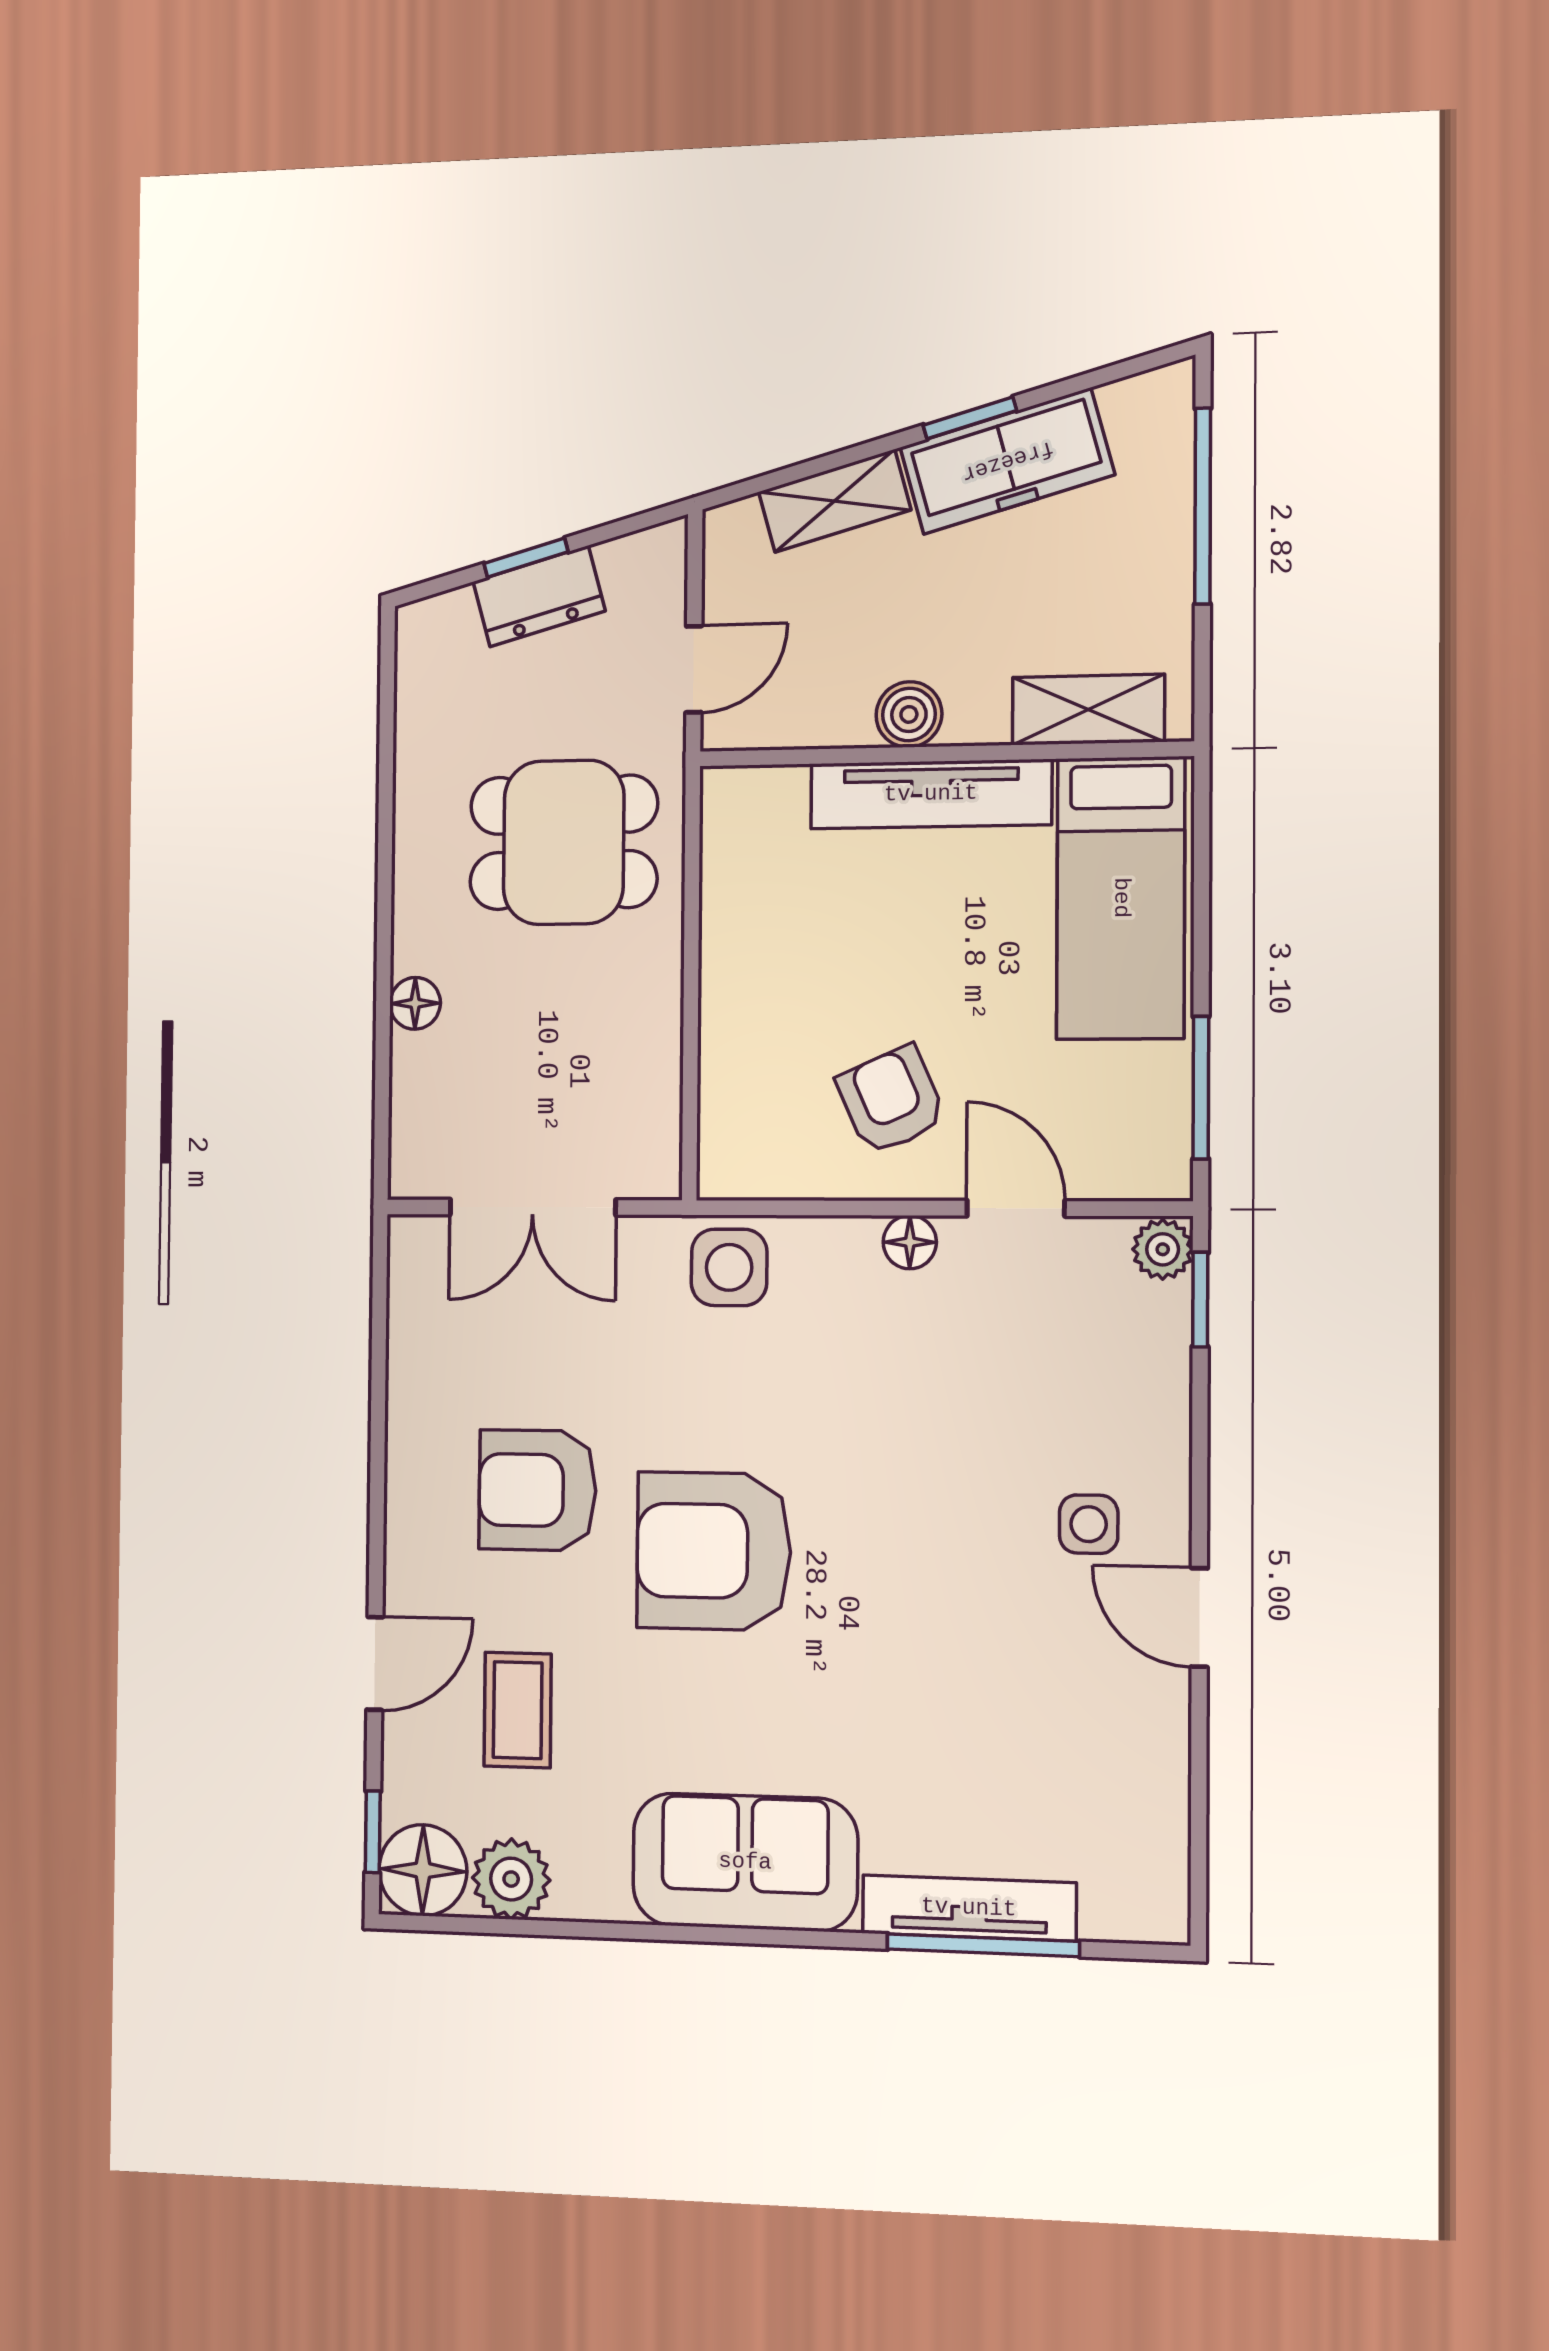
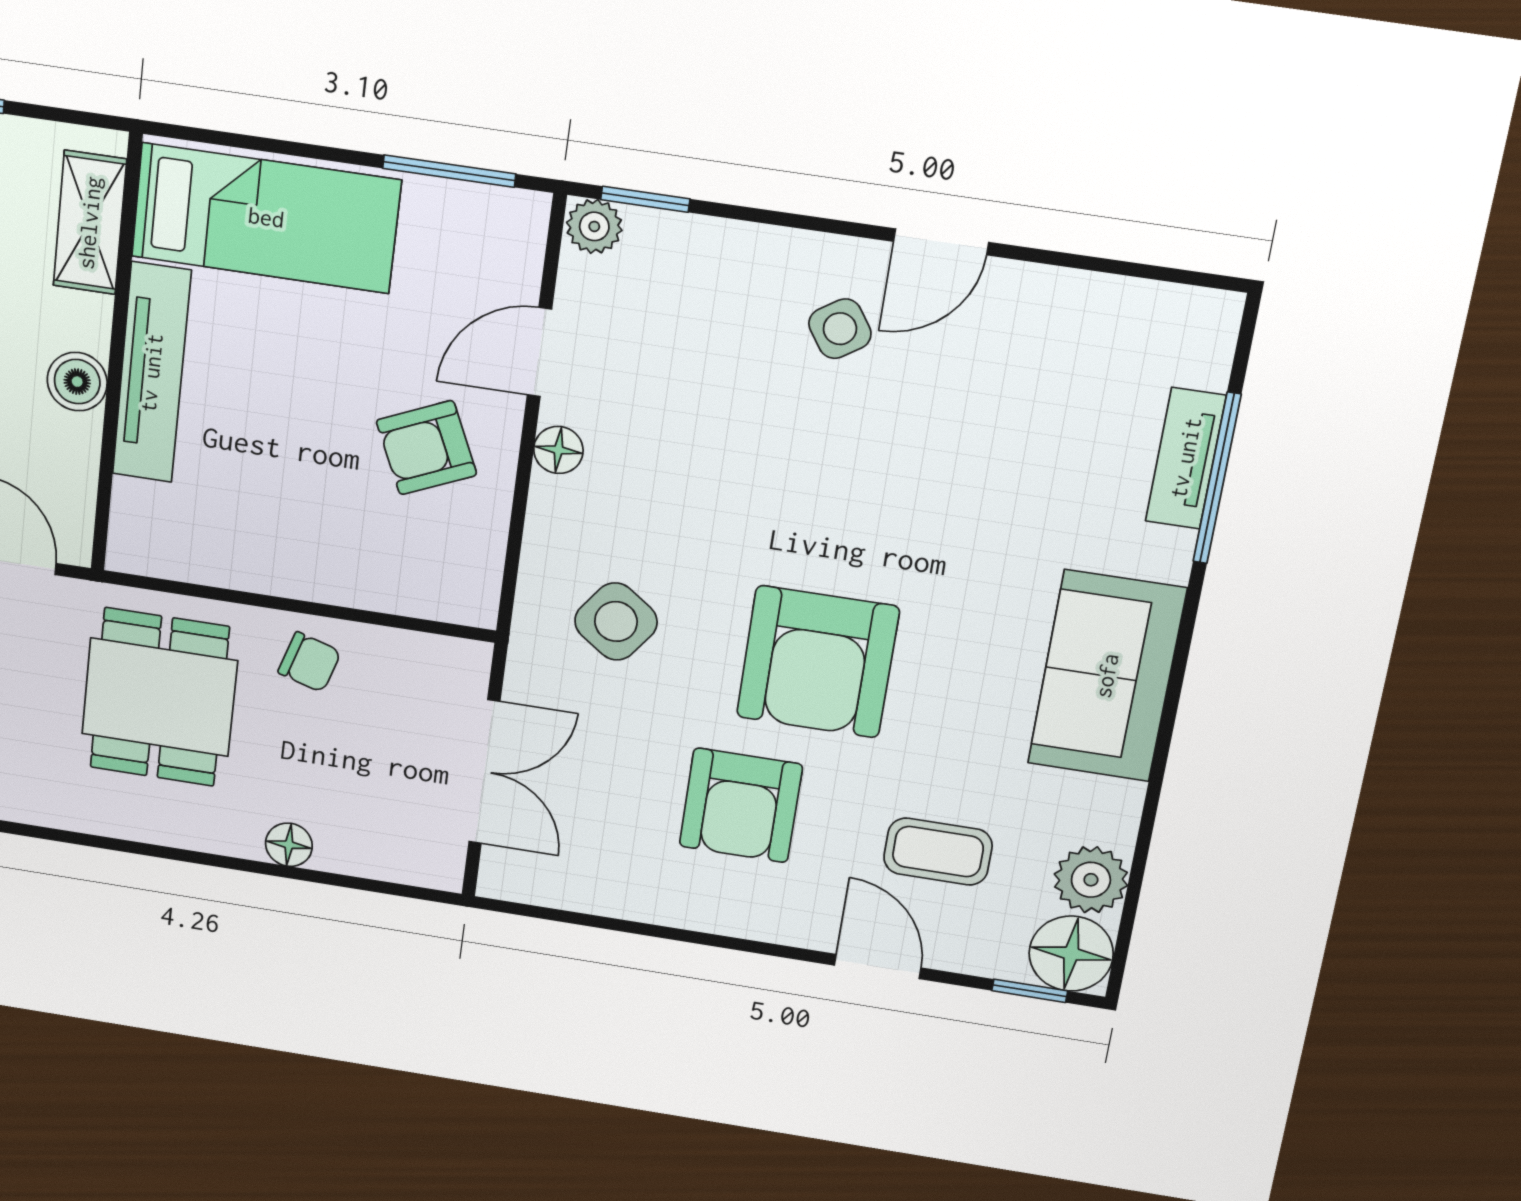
chair: (629, 1002) -> (309, 662), added
side table: (729, 1267) -> (616, 622), moved, turned 36
side table: (1089, 1524) -> (840, 329), turned -34
tv unit: (969, 1908) -> (1186, 458), width x0.71

